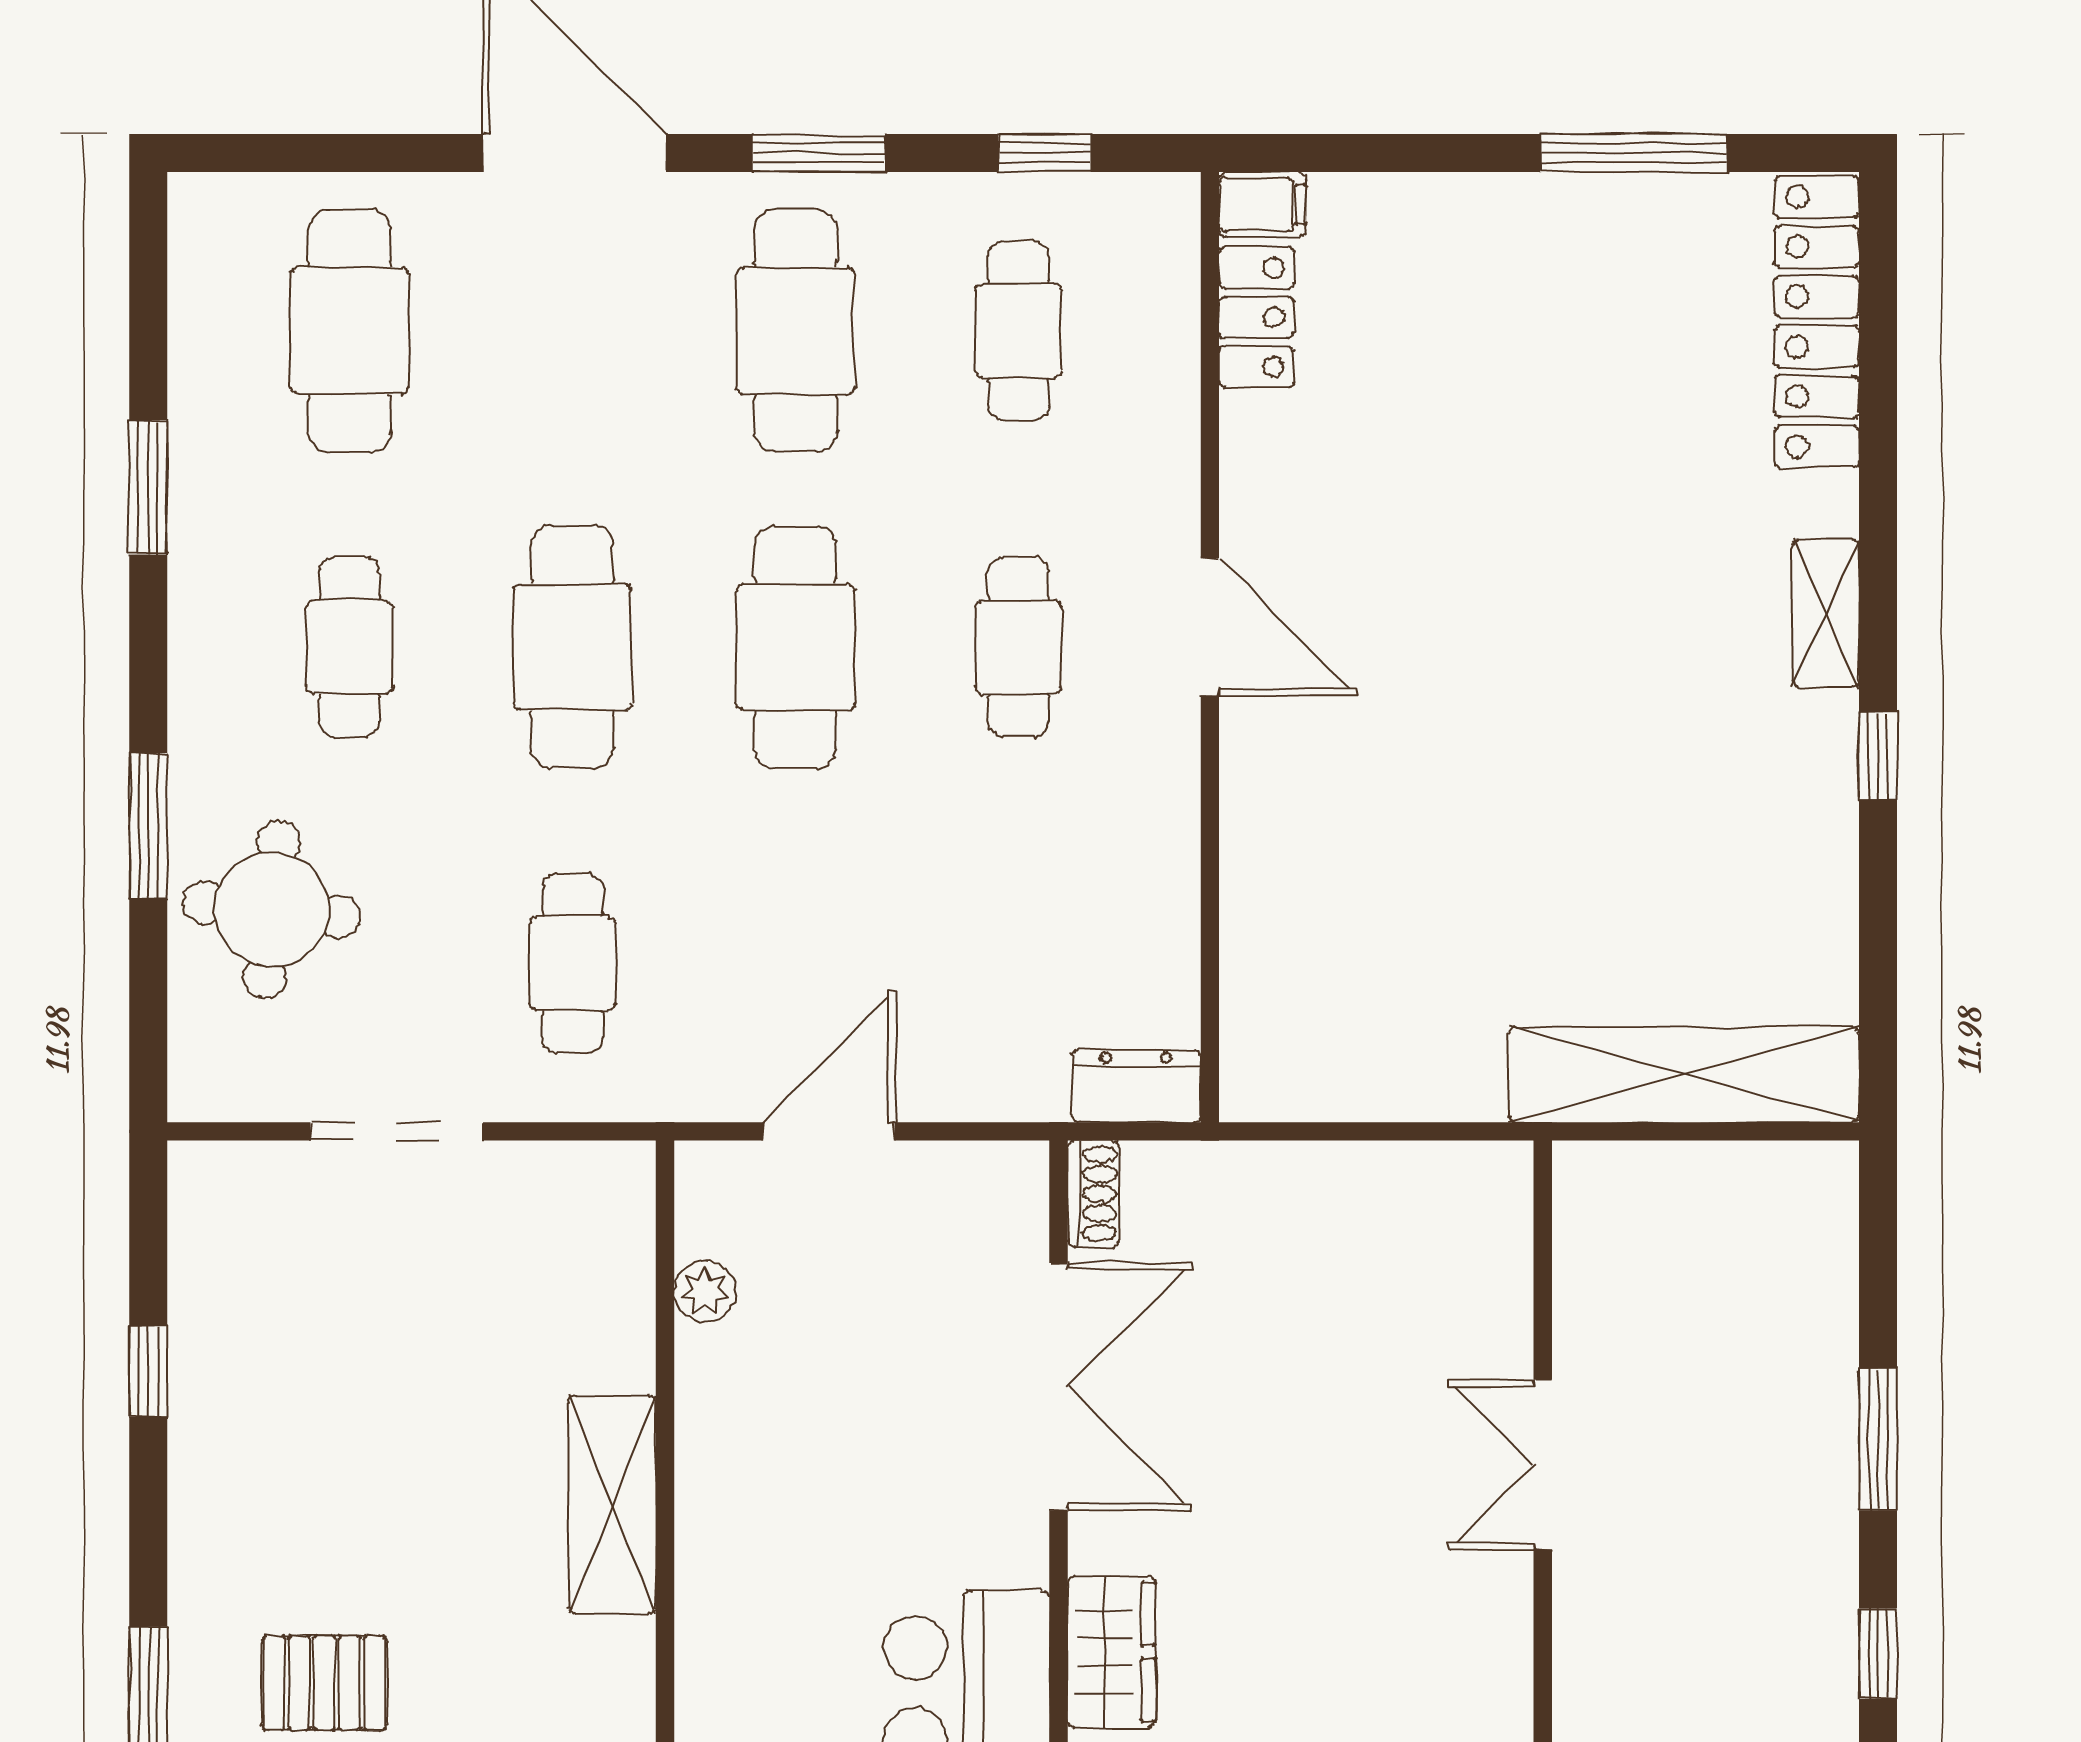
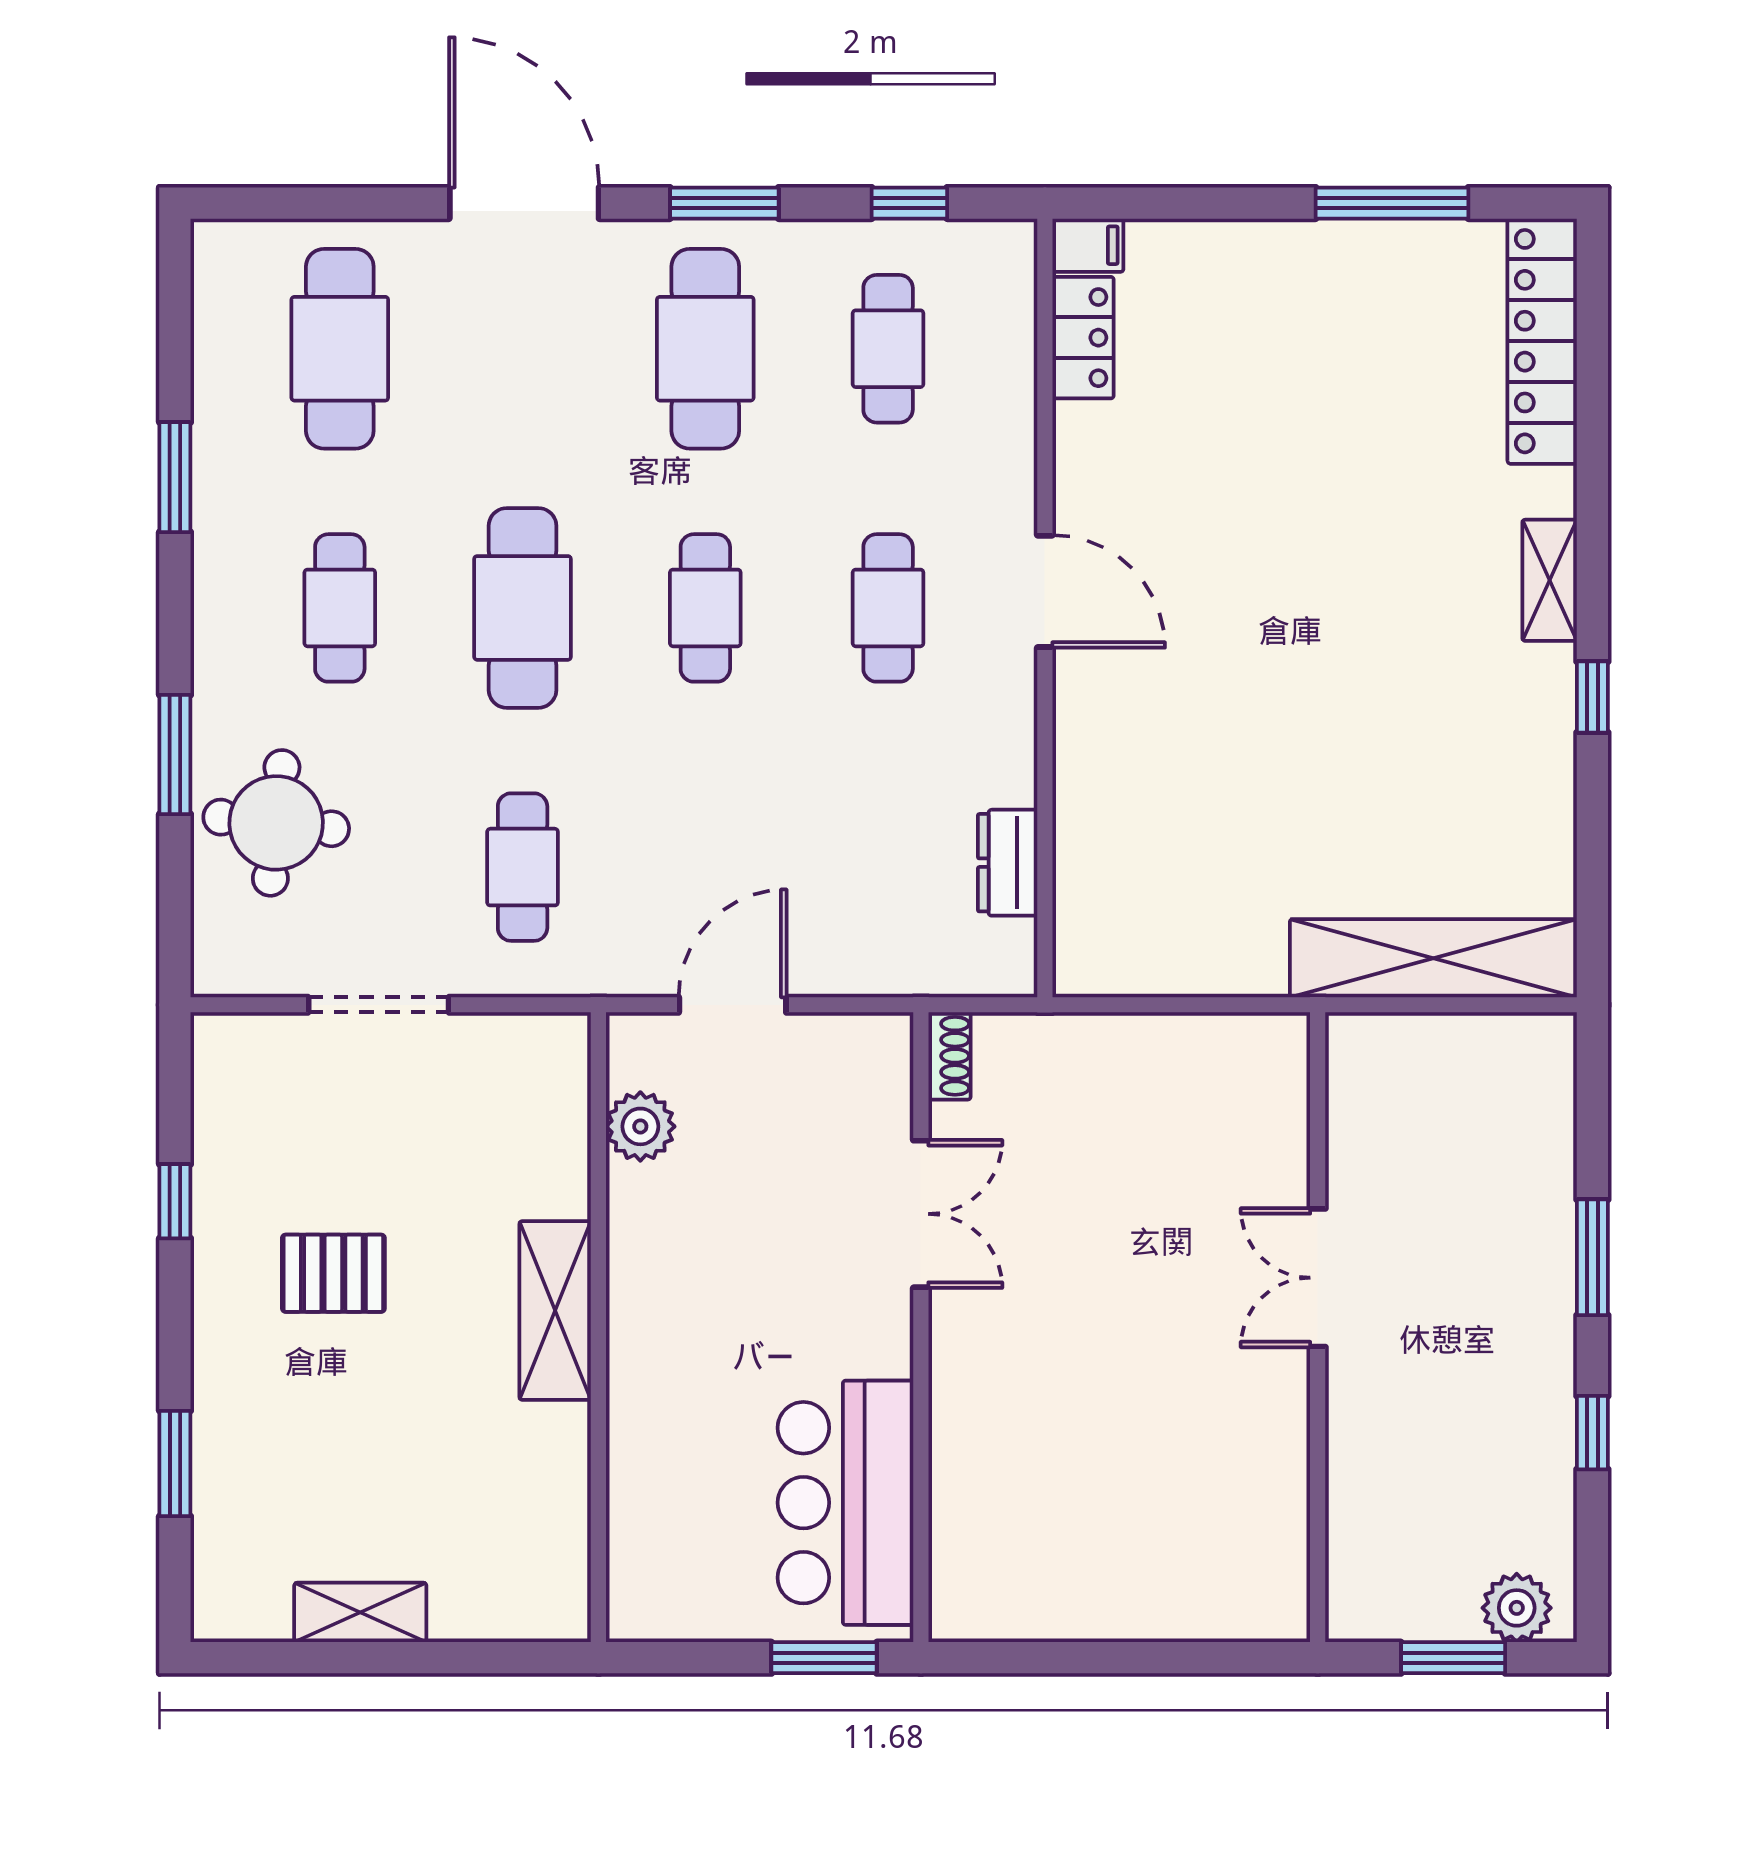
cafe table: (795, 647) -> (705, 608), width x0.73, depth x0.74
dresser: (1136, 1086) -> (1008, 863), moved, turned -90
plant: (705, 1291) -> (640, 1126), width x1.38, depth x1.38
double door: (1059, 1387) -> (921, 1214), width x0.73
wardrobe: (1111, 1652) -> (964, 1431), removed
pallet: (324, 1683) -> (333, 1273), moved

